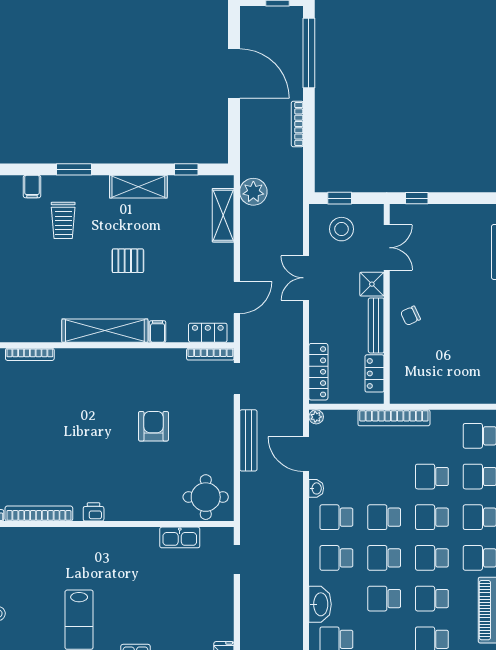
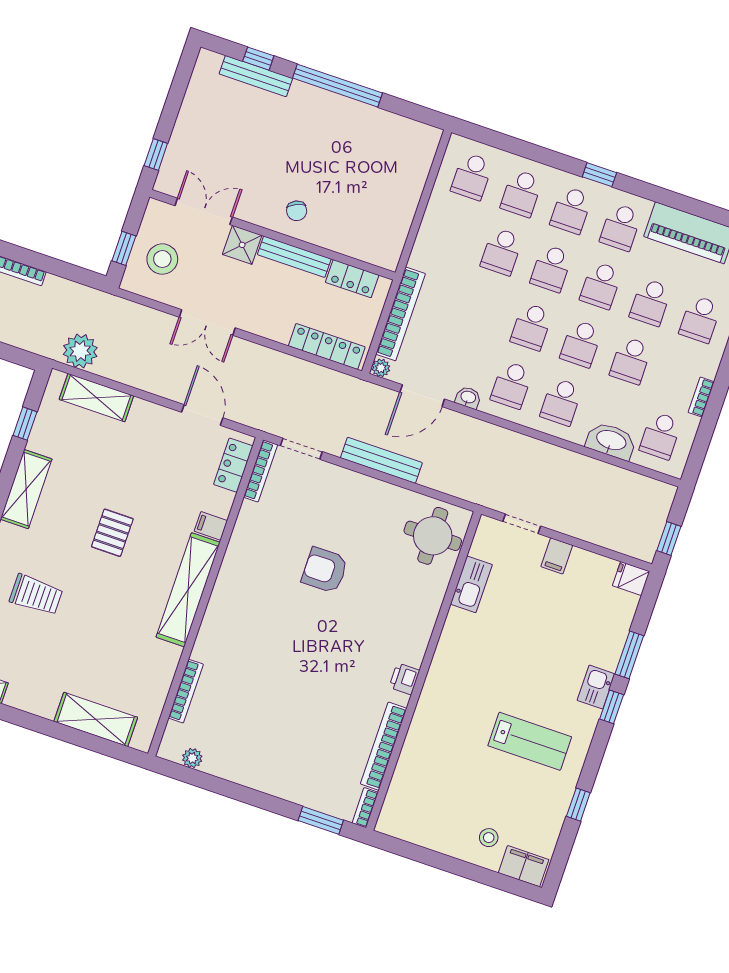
bookcase: (394, 418) -> (401, 314), moved
filing cabinet: (222, 593) -> (557, 556), added

